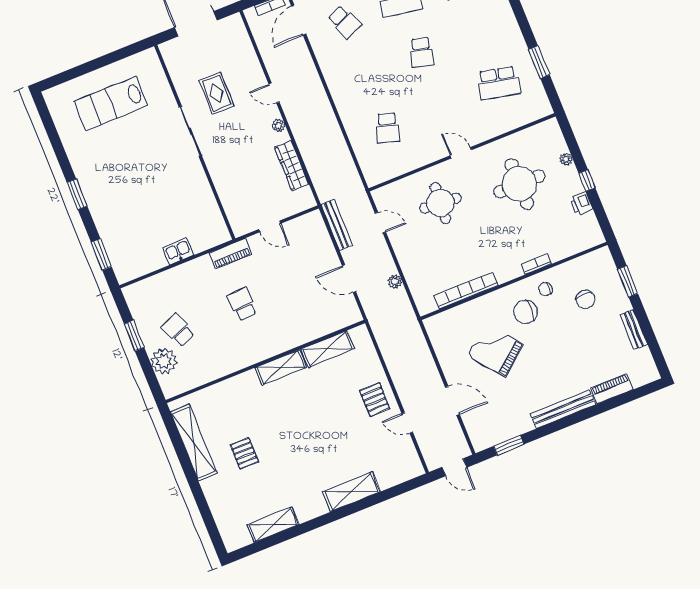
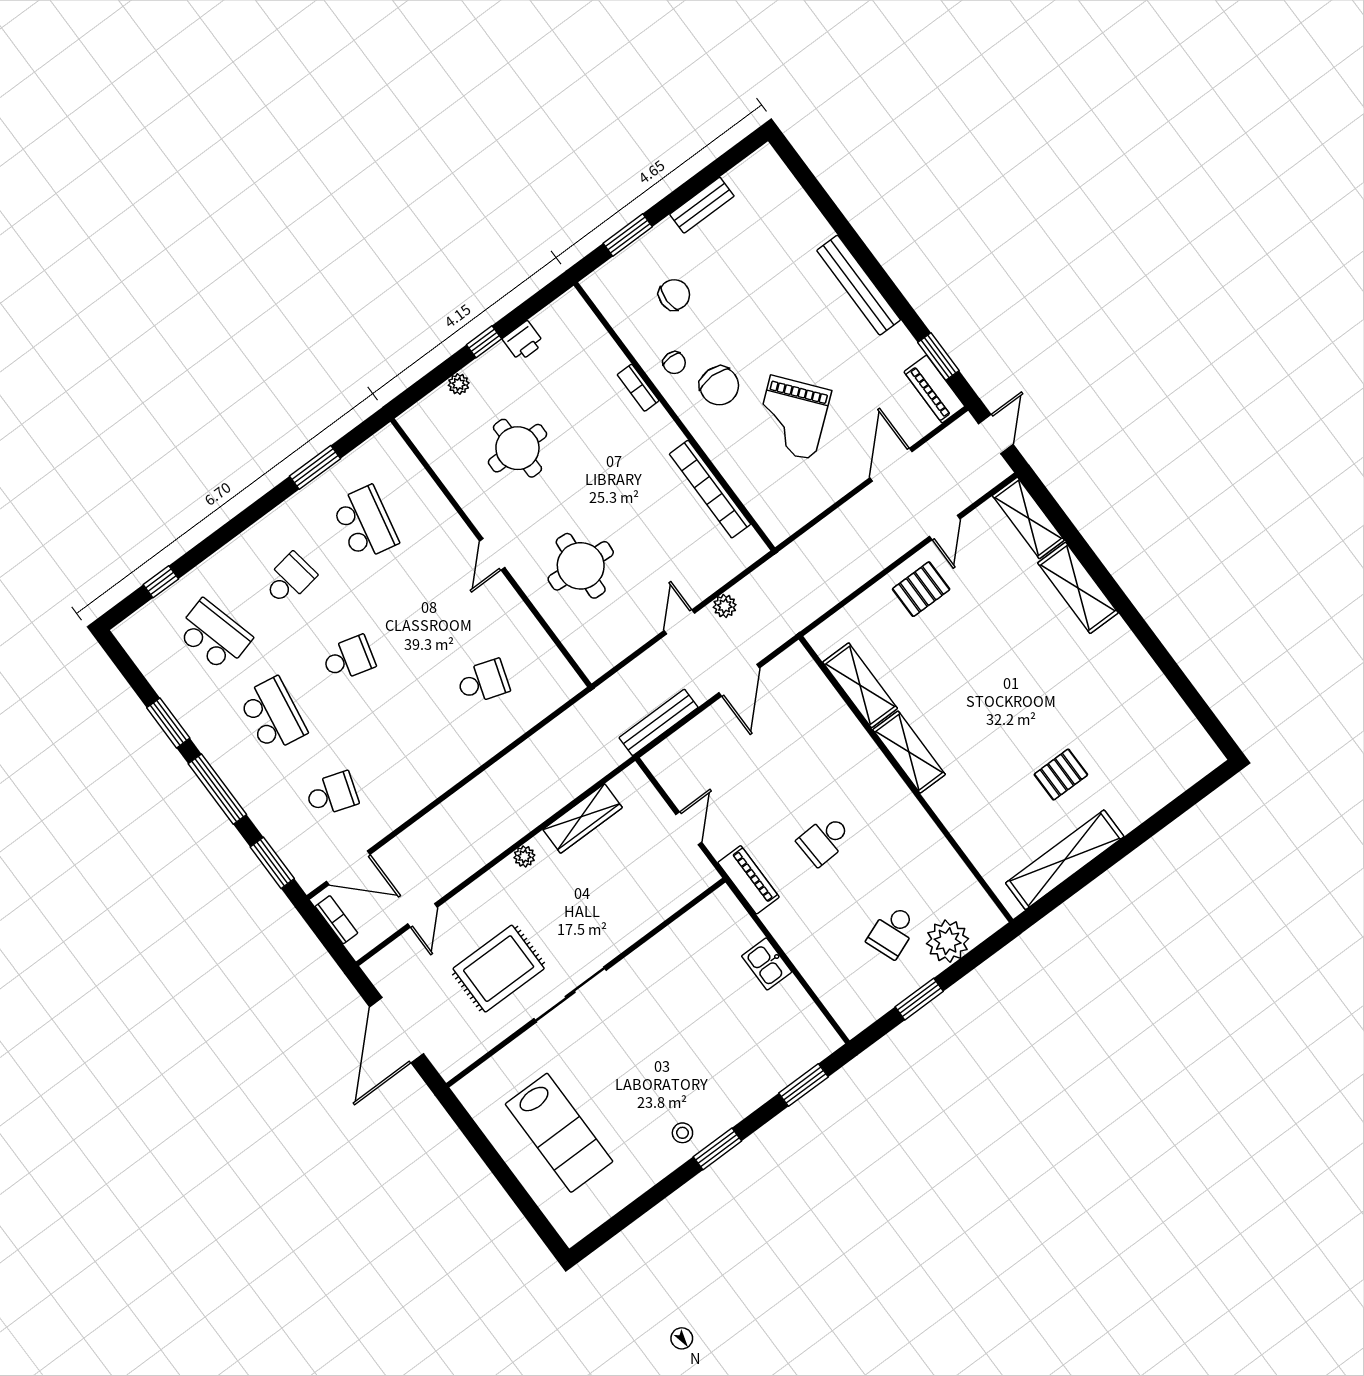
school desk: (345, 22) -> (332, 794), turned 42
school desk: (477, 30) -> (289, 579), added
rug: (216, 93) -> (499, 969), width x1.36, depth x1.43
door: (274, 93) -> (423, 915), moved
stool: (92, 176) -> (682, 1133), added
round table: (519, 184) -> (517, 448), width x0.73, depth x0.73
door: (380, 223) -> (679, 622), moved
piano: (612, 389) -> (934, 389), moved
shelving: (273, 525) -> (1028, 518), moved

